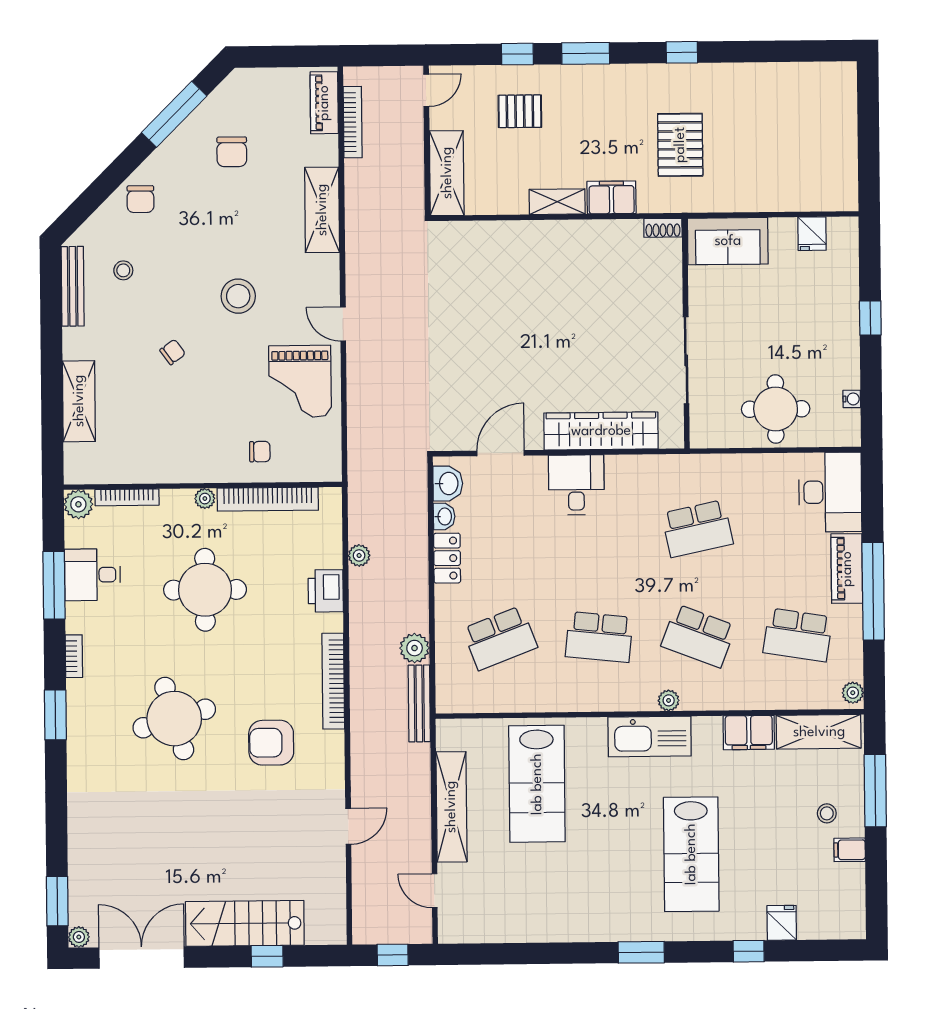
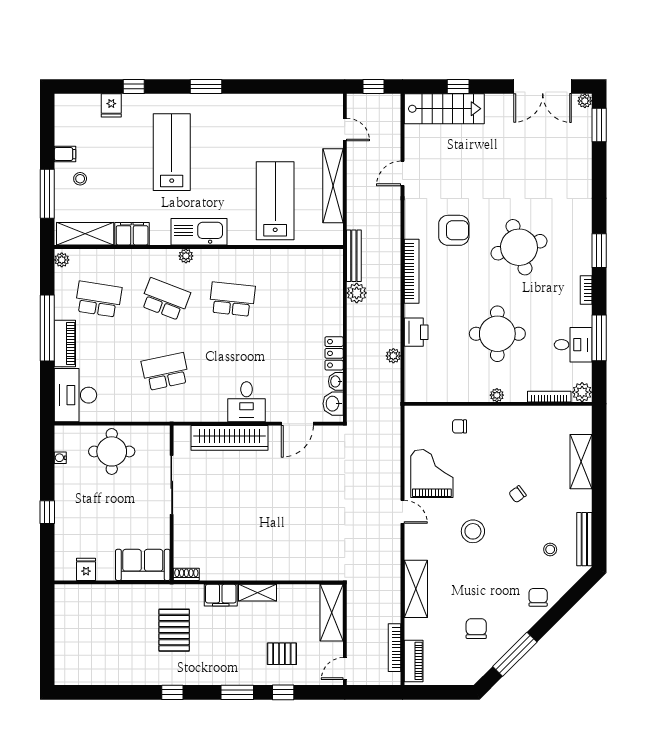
bookcase: (268, 499) -> (454, 394), removed
school desk: (500, 638) -> (299, 299), removed
stairs: (245, 923) -> (444, 109), moved

